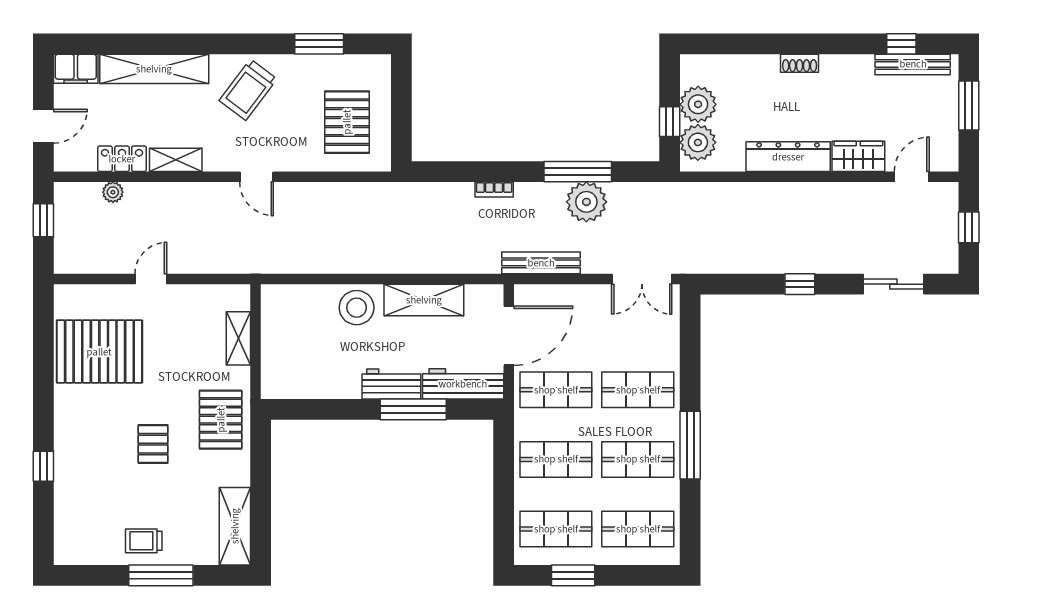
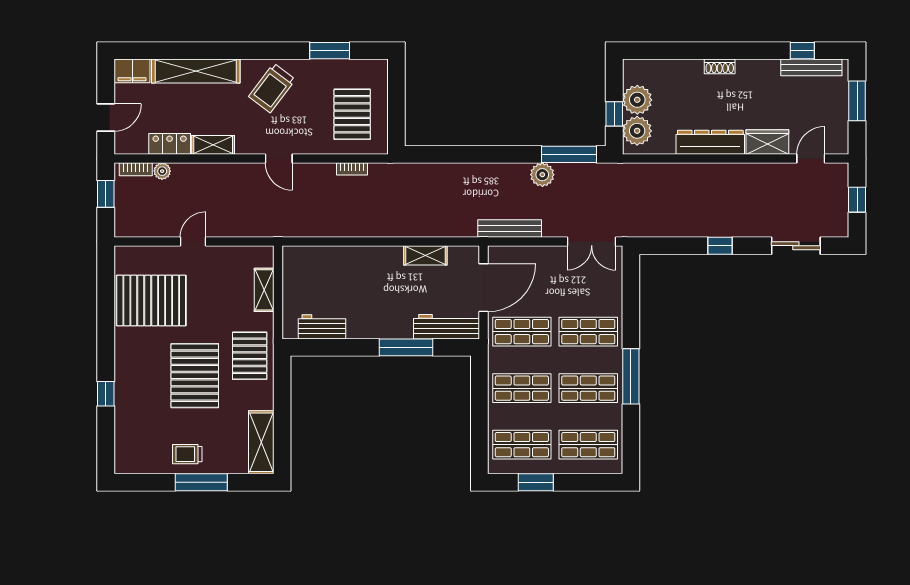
window: (578, 172) -> (569, 154), moved
bookcase: (494, 189) -> (352, 169), moved
bookcase: (80, 190) -> (136, 169), added
plant: (586, 202) -> (542, 175), width x0.73, depth x0.73
shelving: (424, 300) -> (425, 255), width x0.67, depth x0.75
stool: (357, 308) -> (360, 265), removed
workbench: (391, 384) -> (322, 327), moved
pallet: (153, 444) -> (195, 376), width x2.05, depth x2.00

